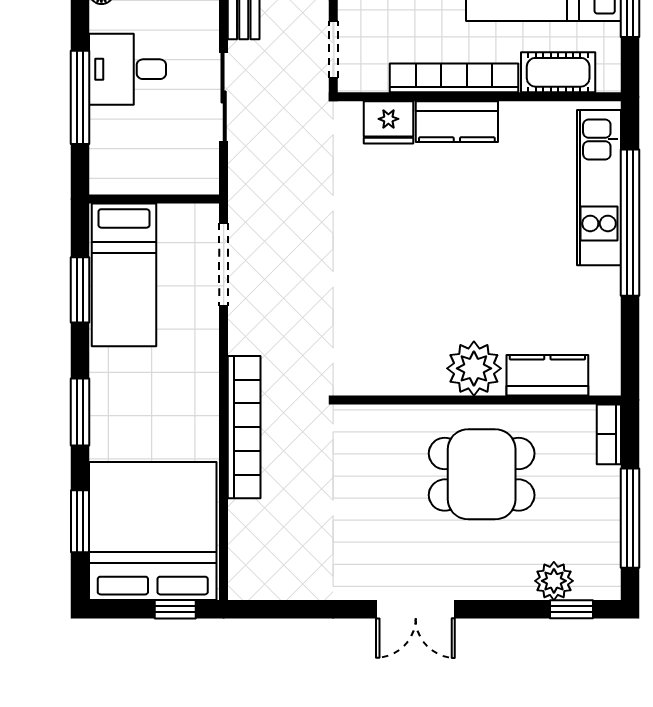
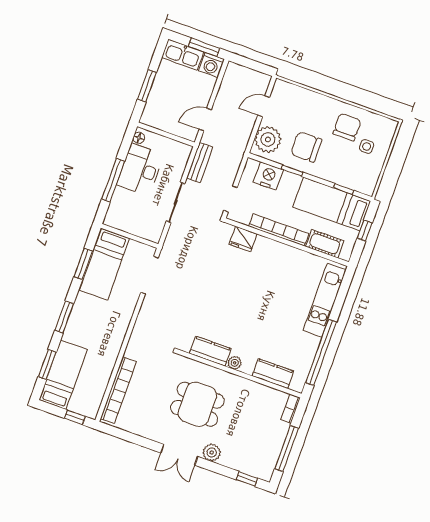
desk: (128, 69) -> (140, 170), width x1.37
kitchen counter: (457, 122) -> (210, 351), moved, turned 180
window: (630, 223) -> (321, 352), moved
plant: (474, 368) -> (235, 363), width x0.53, depth x0.53
bookcase: (244, 427) -> (118, 390), moved
dining table: (482, 474) -> (197, 404), moved
bed: (153, 531) -> (63, 375), width x0.49
plant: (554, 581) -> (212, 452), moved

